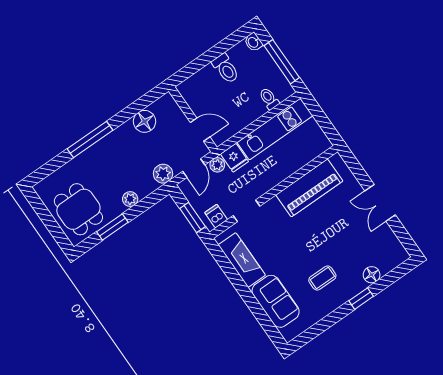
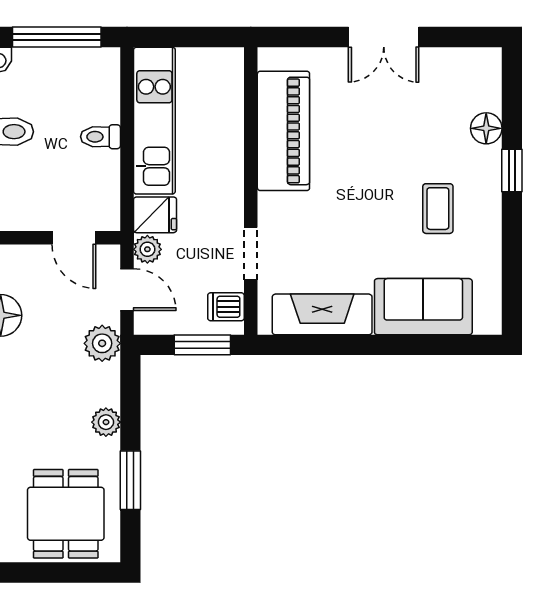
toilet: (269, 99) -> (100, 137), moved
door: (200, 130) -> (74, 238), swing flipped
dining table: (78, 209) -> (66, 514), turned 90

